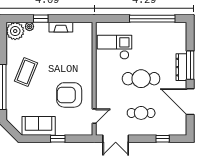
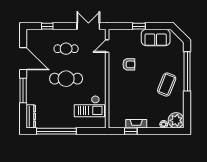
window: (41, 19) -> (131, 131), moved
dresser: (181, 67) -> (31, 116), moved
armchair: (69, 95) -> (129, 64), width x0.53, depth x0.53

